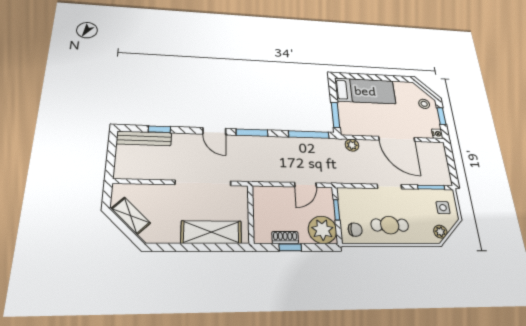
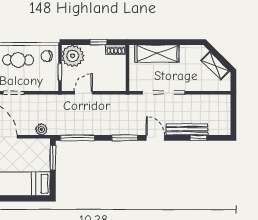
bench: (144, 138) -> (187, 129), moved
shoe rack: (285, 238) -> (116, 50), moved

